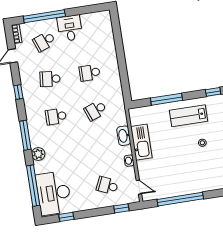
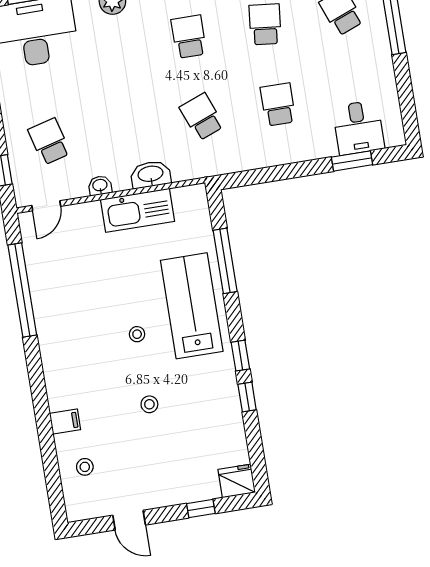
desk: (70, 28) -> (358, 128), moved, turned 90
window: (118, 36) -> (352, 161), added
lab bench: (188, 116) -> (192, 306), width x1.36, depth x1.39
school desk: (107, 186) -> (49, 142), turned -39

